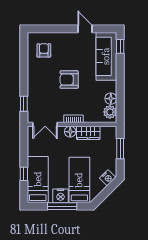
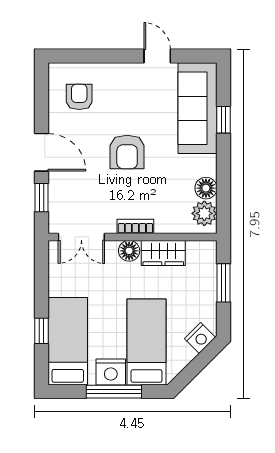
window: (120, 46) -> (223, 120), moved
door: (24, 80) -> (41, 152), added
armchair: (69, 80) -> (127, 152), turned -90

